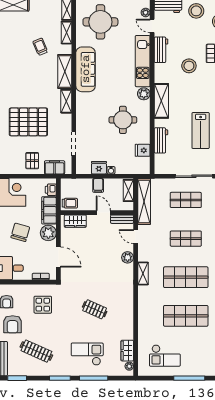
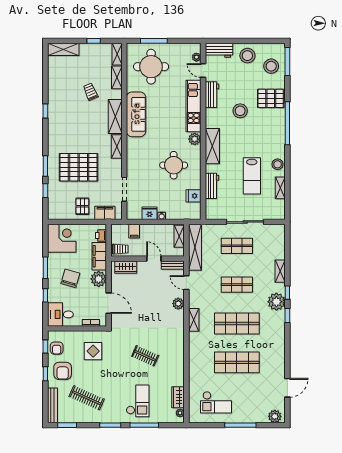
filing cabinet: (98, 185) -> (134, 231), moved
checkout: (87, 354) -> (138, 401), turned 90

